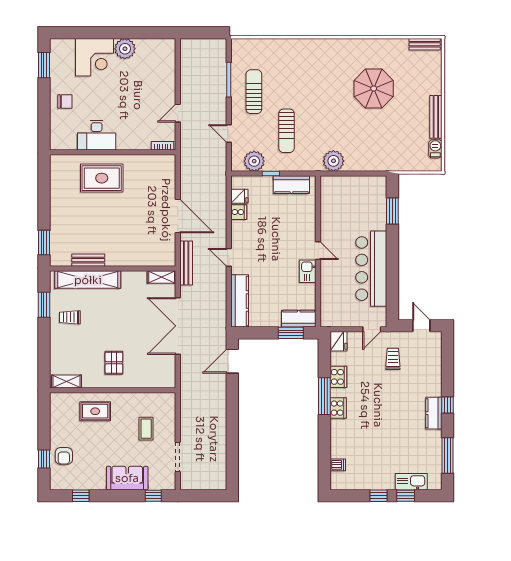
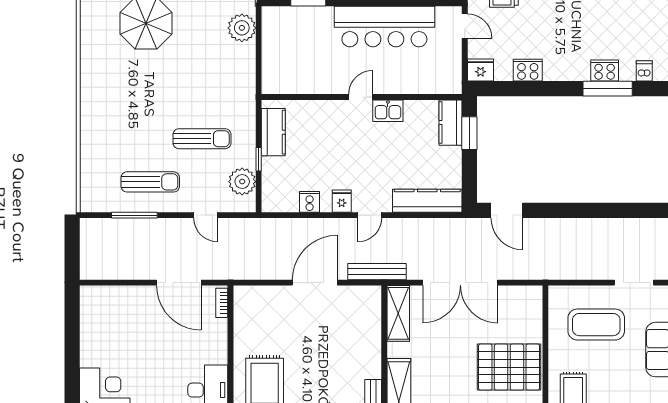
plant: (125, 49) -> (93, 353), removed
sun lounger: (254, 92) -> (150, 182), turned 180
door: (178, 113) -> (179, 283), width x1.87
door: (229, 133) -> (206, 215), hinge flipped
plant: (333, 161) -> (242, 28), moved
fridge: (239, 196) -> (342, 201), moved
shelving: (162, 277) -> (398, 313), width x1.50, depth x1.33
pallet: (114, 363) -> (509, 367), width x2.05, depth x2.00
window: (324, 396) -> (608, 89), moved
cooker: (338, 408) -> (605, 70), moved
coffee table: (146, 429) -> (596, 325), width x1.86, depth x1.72

